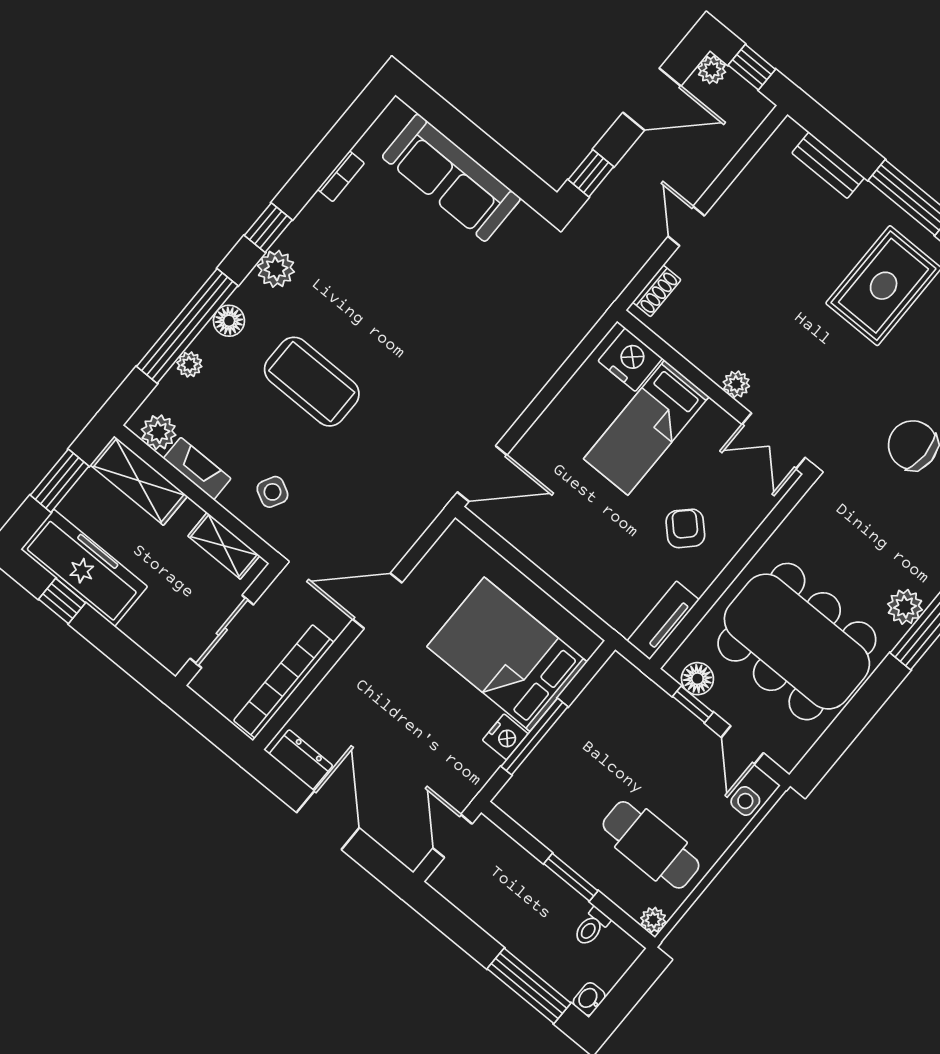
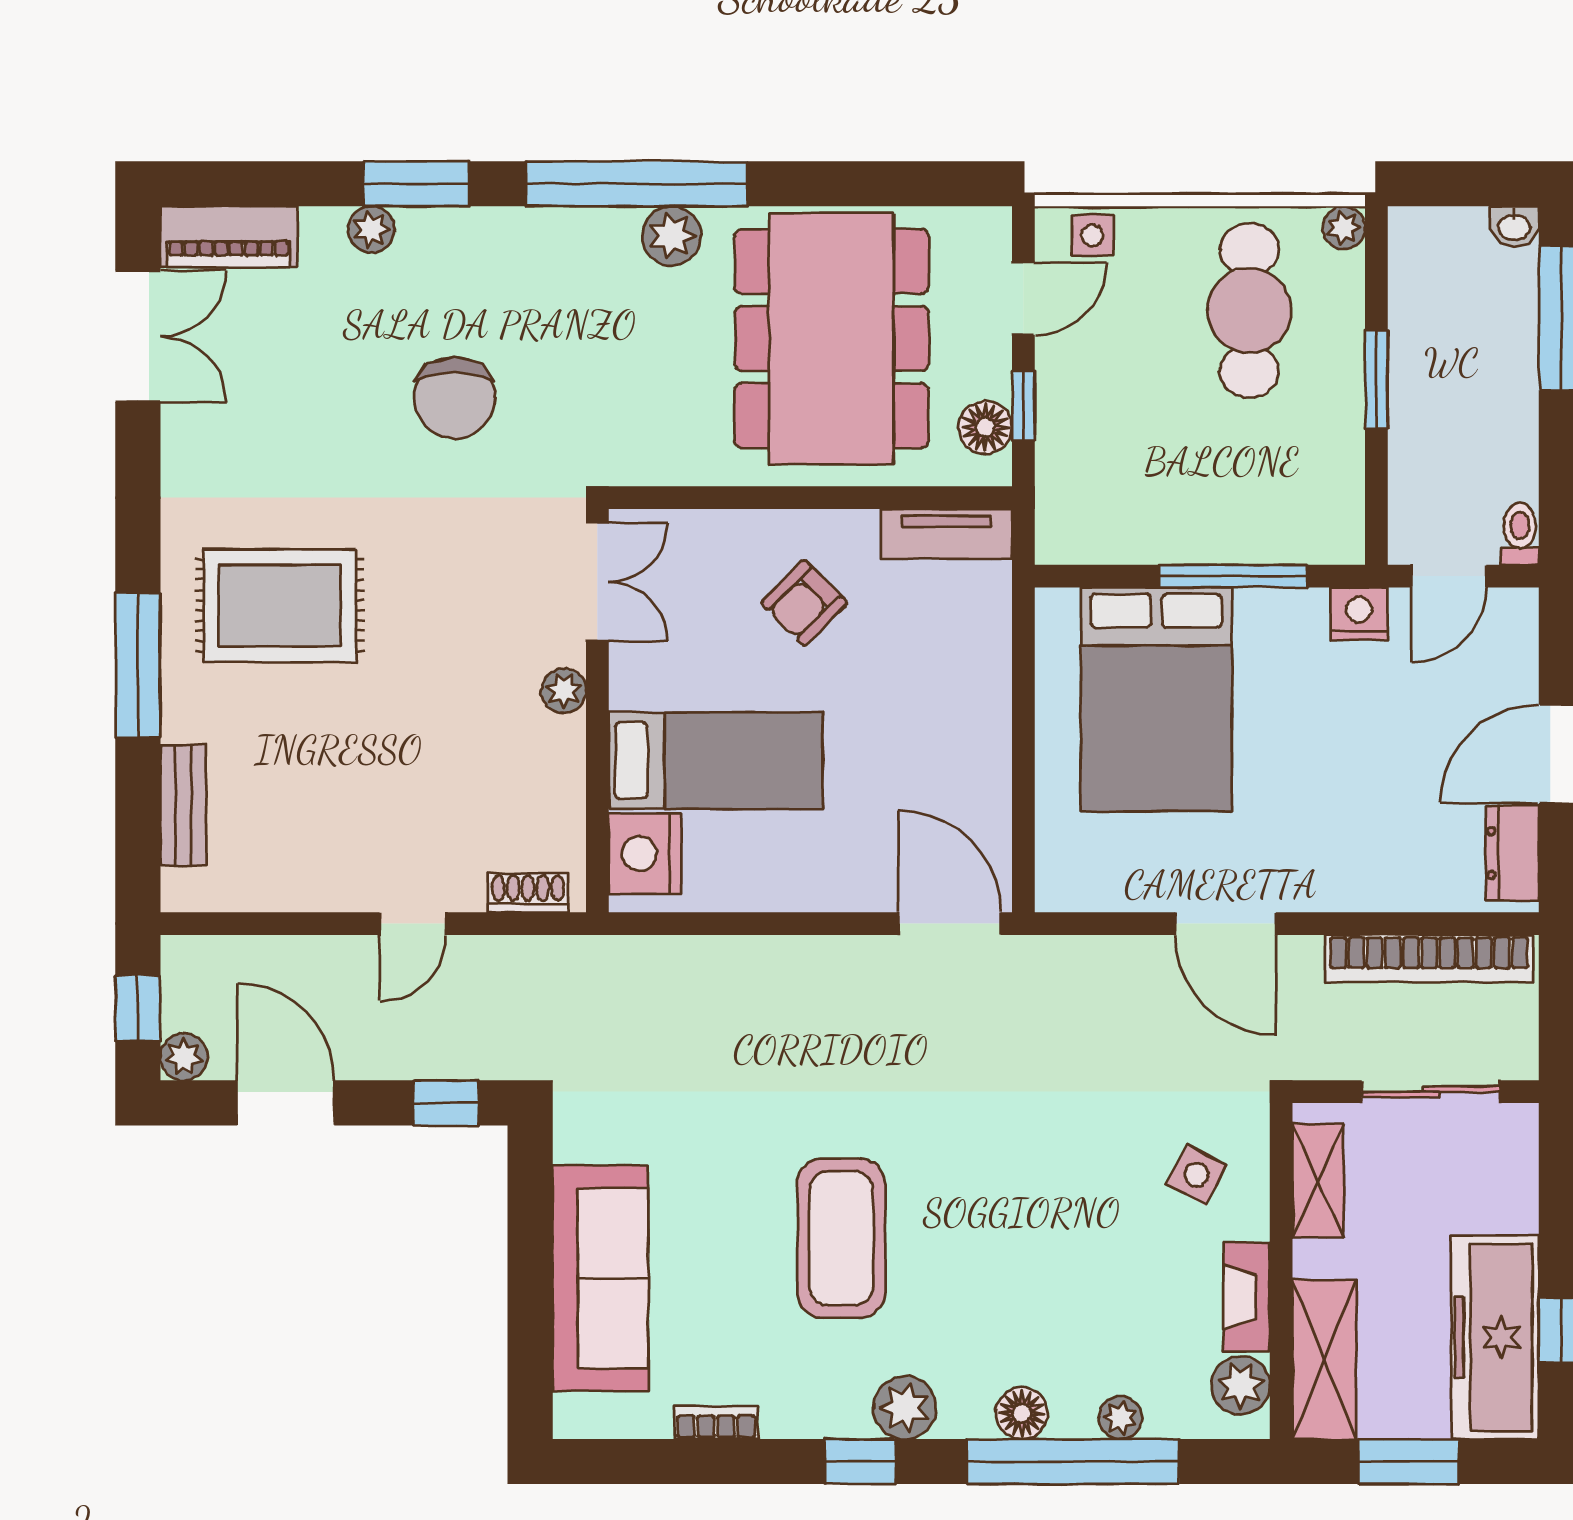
coffee table: (312, 382) -> (841, 1238), moved
nightstand: (505, 737) -> (1359, 614), moved
toilet: (592, 927) -> (1520, 534), moved, turned -90

